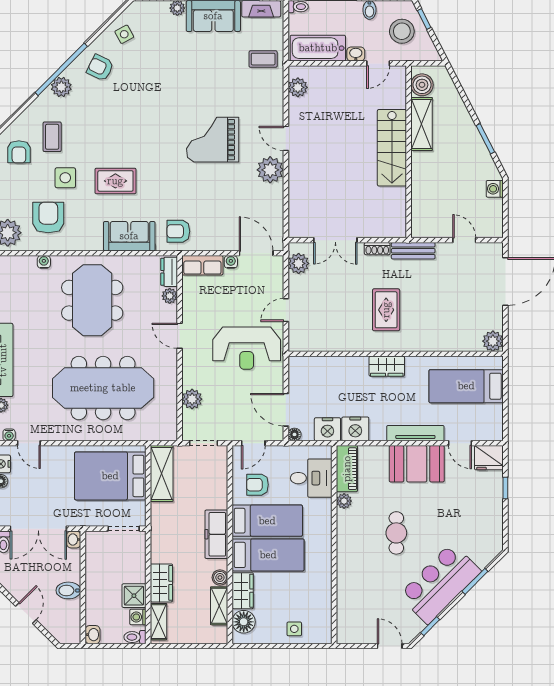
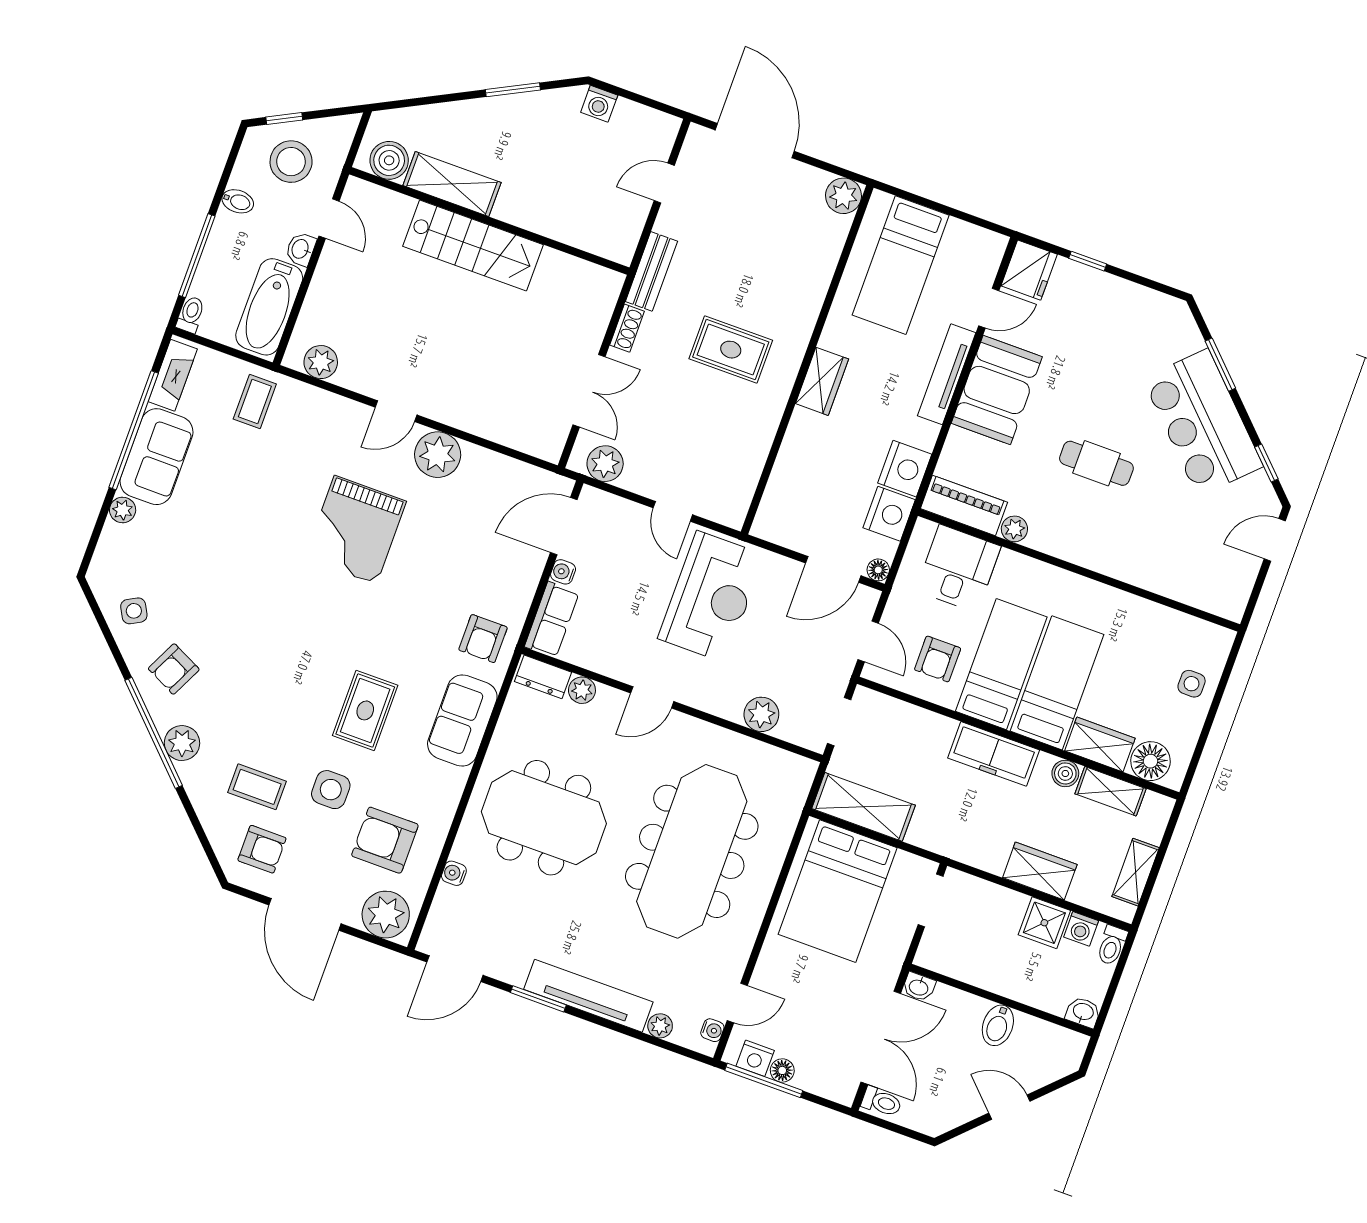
shelving: (158, 622) -> (1136, 872), moved, turned 90

